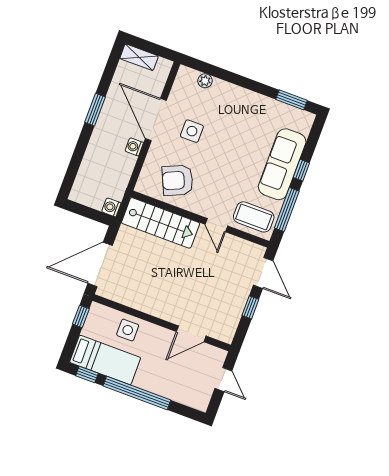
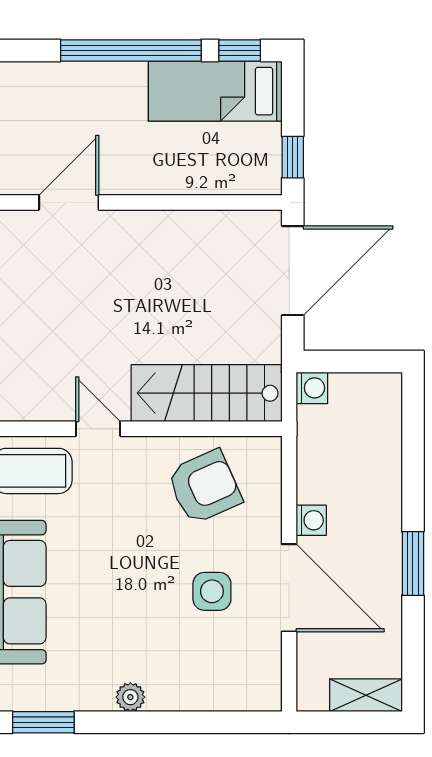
plant: (205, 81) -> (130, 697), moved
side table: (128, 330) -> (193, 165), removed

